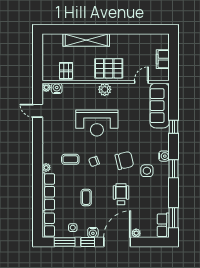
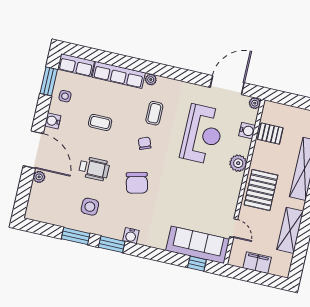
shelving: (134, 40) -> (290, 230), added
water cooler: (57, 88) -> (247, 131), moved
plant: (105, 89) -> (238, 163), moved
door: (38, 111) -> (227, 85), width x1.87
reception desk: (97, 123) -> (202, 134), moved, turned 180
window: (174, 127) -> (197, 264), moved
side table: (147, 171) -> (90, 207), moved
window: (174, 218) -> (76, 236), moved
row of seats: (163, 225) -> (41, 214), removed
window: (88, 242) -> (42, 111), removed

